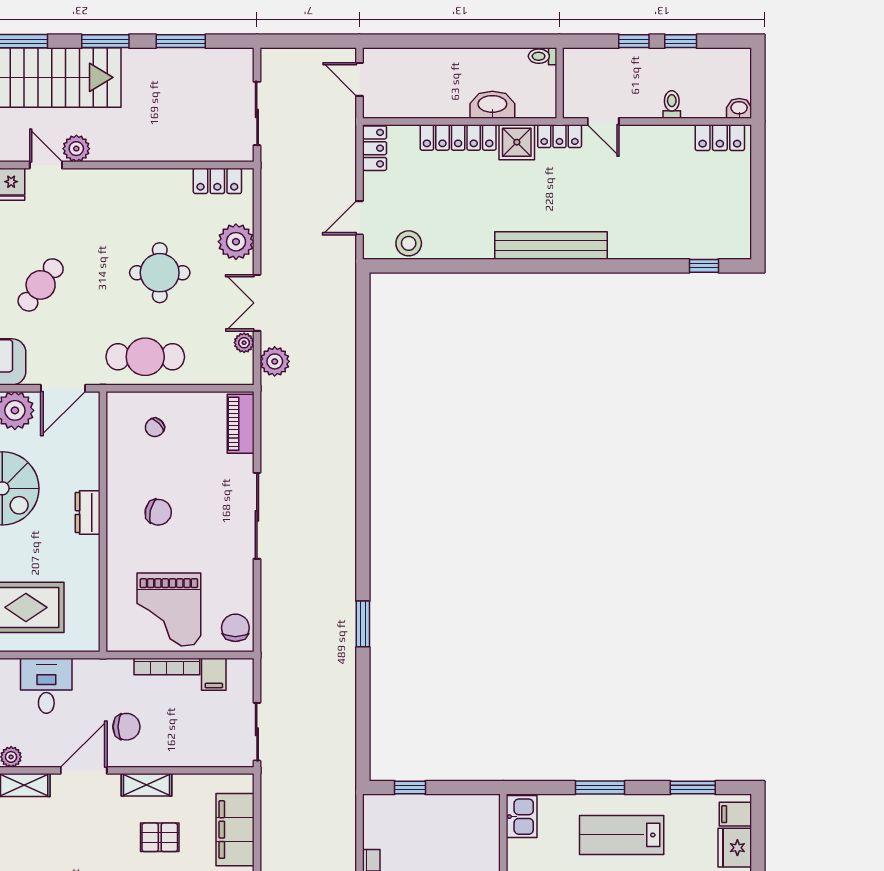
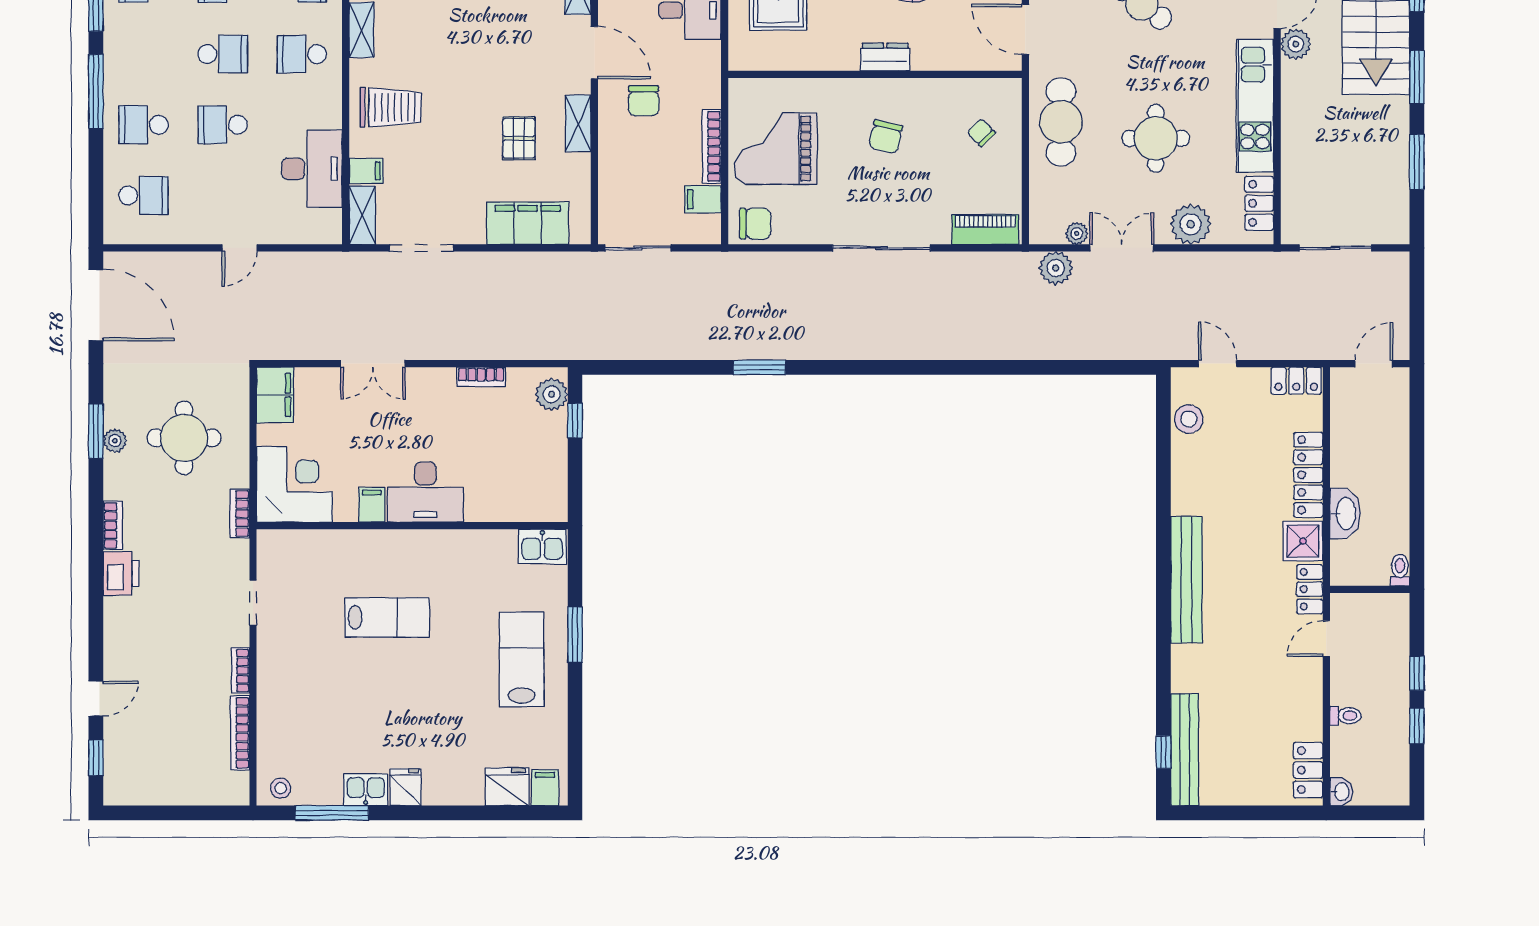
kitchen unit: (131, 185) -> (1255, 106), added
bench: (702, 247) -> (1185, 750), added
window: (693, 788) -> (575, 740), removed
plant: (387, 808) -> (552, 394), added

